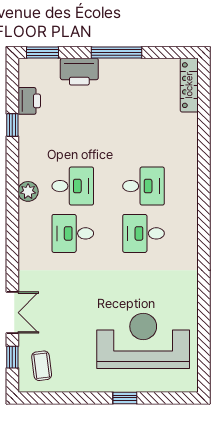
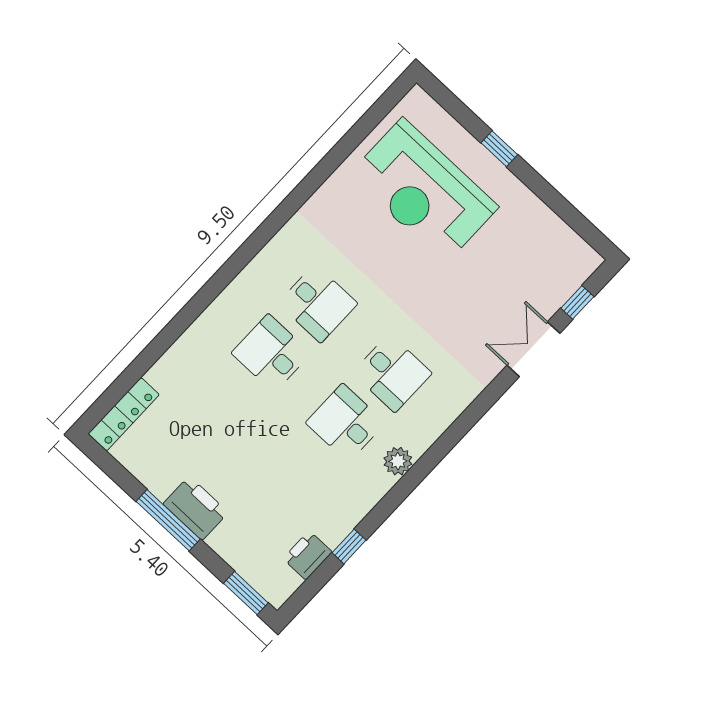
printer: (79, 72) -> (196, 508), moved
coffee table: (42, 366) -> (555, 265), removed

